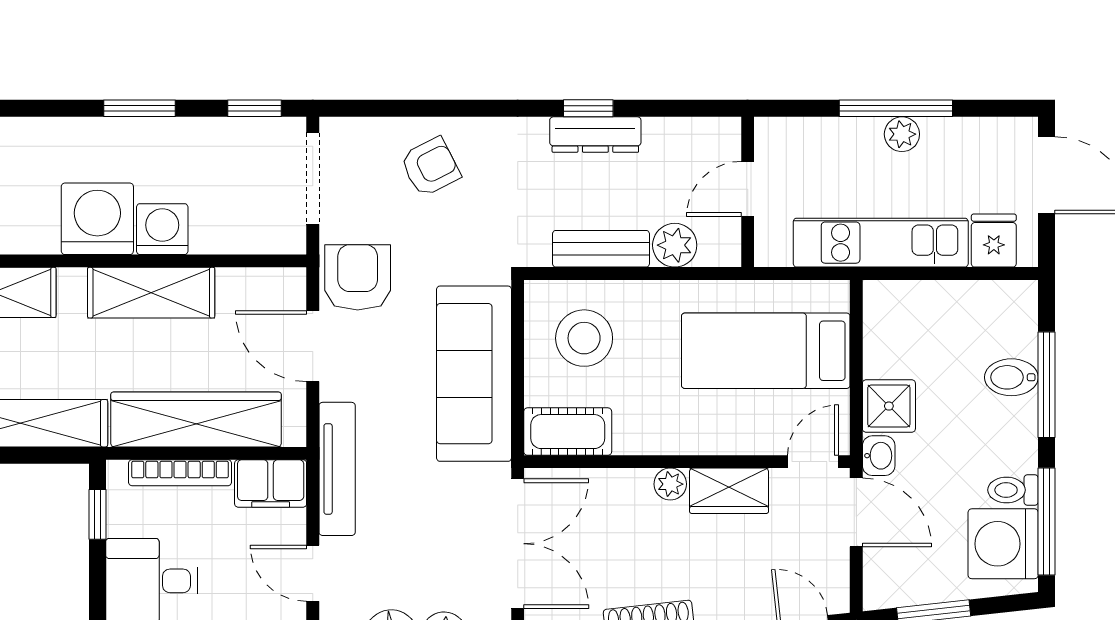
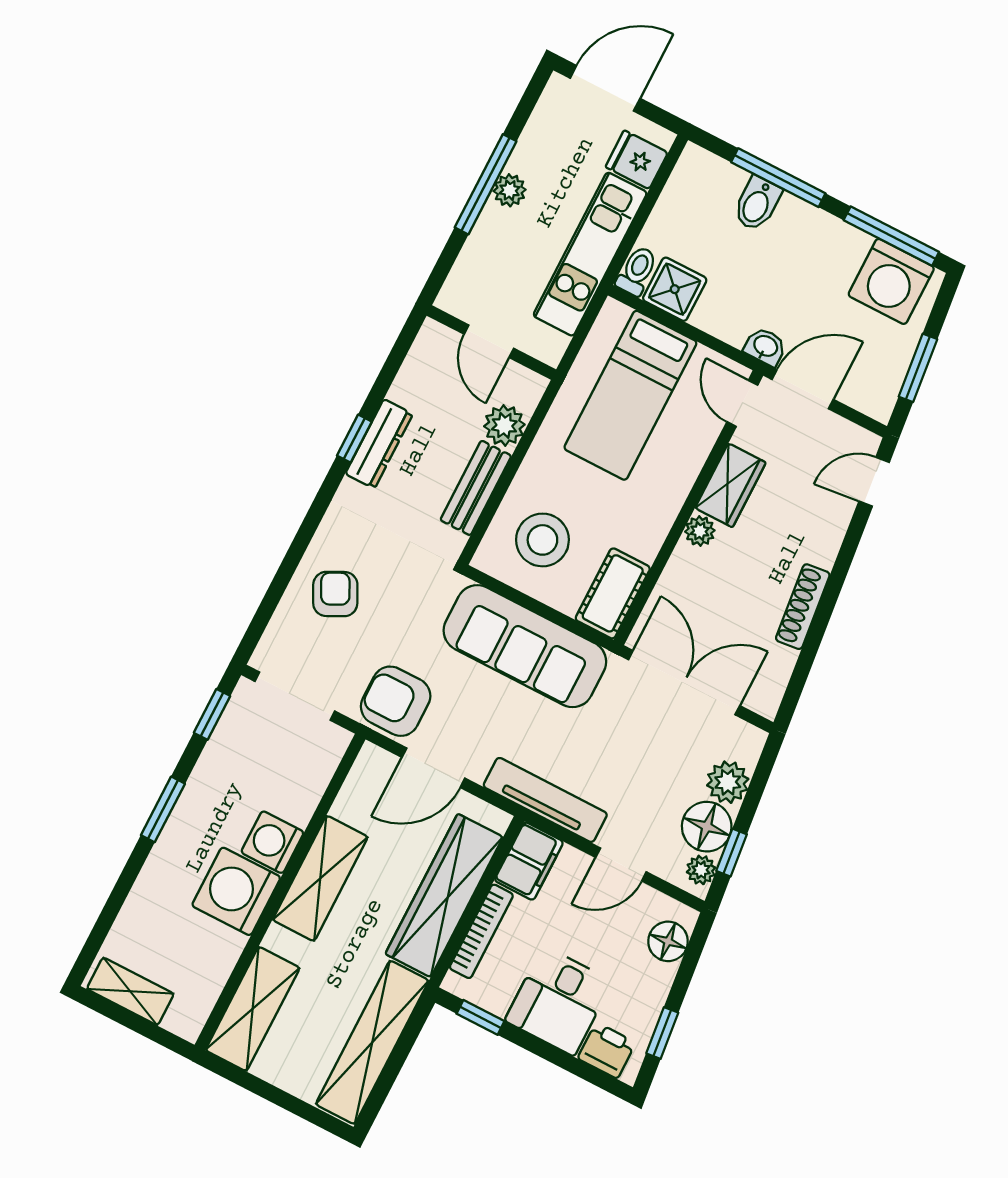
shower: (889, 406) -> (675, 289), moved
toilet: (1013, 490) -> (637, 271), moved, turned 180

